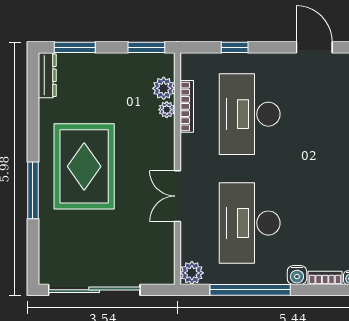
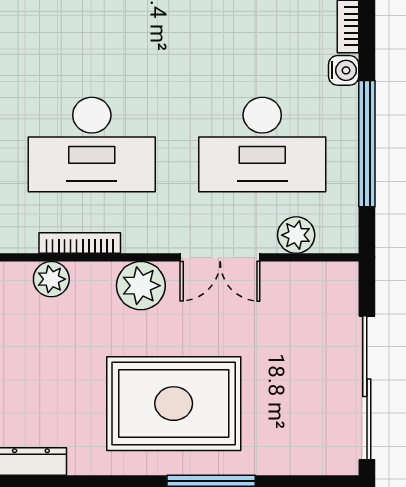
plant: (167, 110) -> (141, 286), moved, width x1.88, depth x1.88
plant: (192, 273) -> (296, 235), moved

